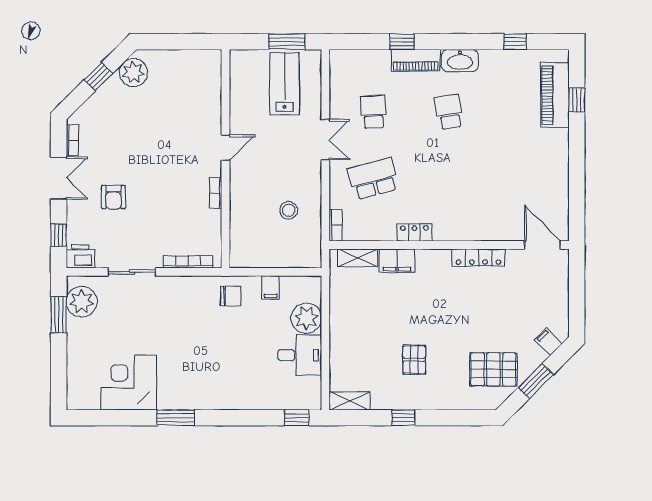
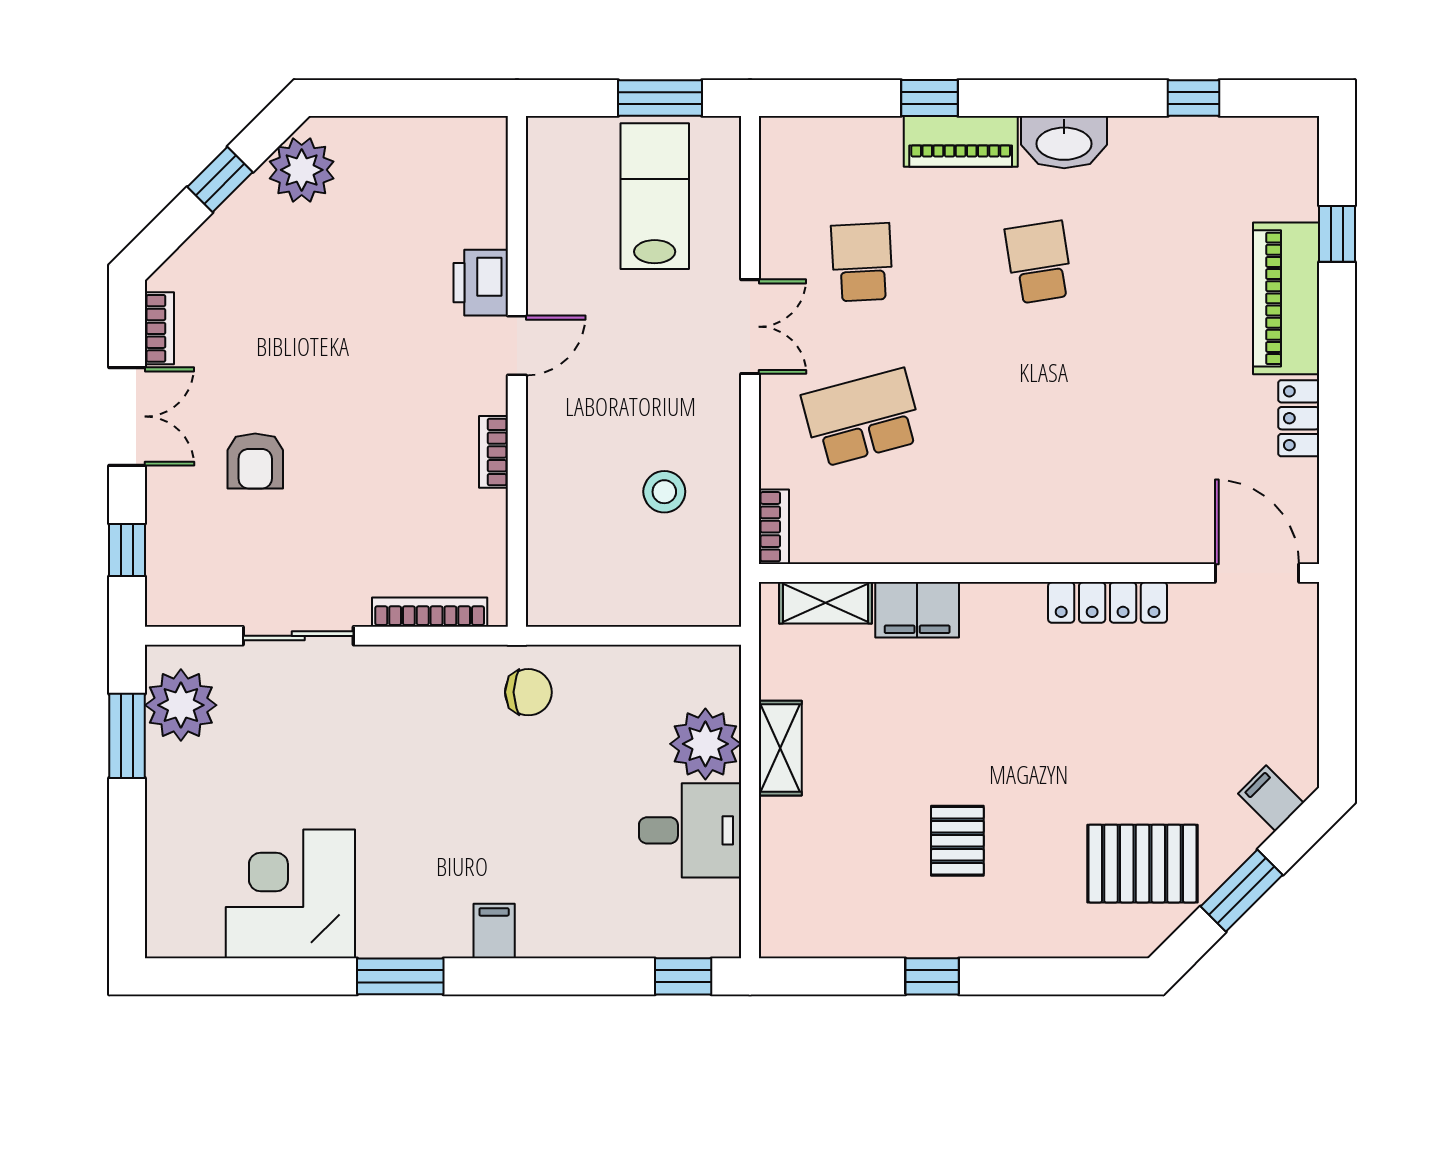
piano: (555, 95) -> (1286, 298), moved
locker: (414, 232) -> (1299, 418), moved, turned -90
printer: (80, 256) -> (481, 283), moved, turned -90
filing cabinet: (271, 287) -> (494, 931), moved, turned 180
shelving: (350, 401) -> (780, 748), moved, turned 90

